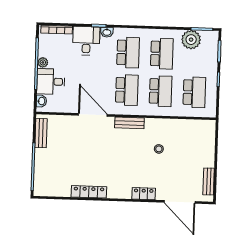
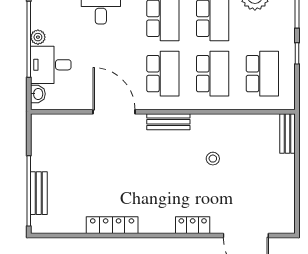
bench: (41, 133) -> (39, 193), moved
bench: (209, 181) -> (288, 134), moved

